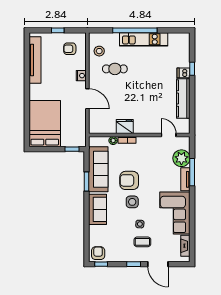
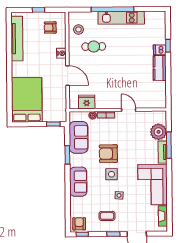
kitchen counter: (183, 98) -> (160, 68), width x0.67
fridge: (125, 127) -> (87, 102), moved
door: (169, 135) -> (129, 110), moved
sofa: (98, 169) -> (79, 137), width x0.73
coffee table: (142, 242) -> (107, 216), moved

